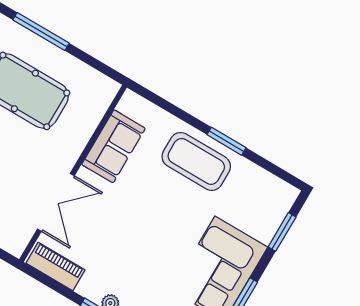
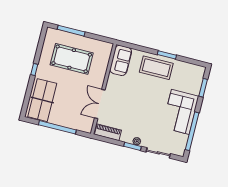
sofa: (113, 146) -> (121, 60), moved
double door: (56, 202) -> (100, 104), swing flipped

